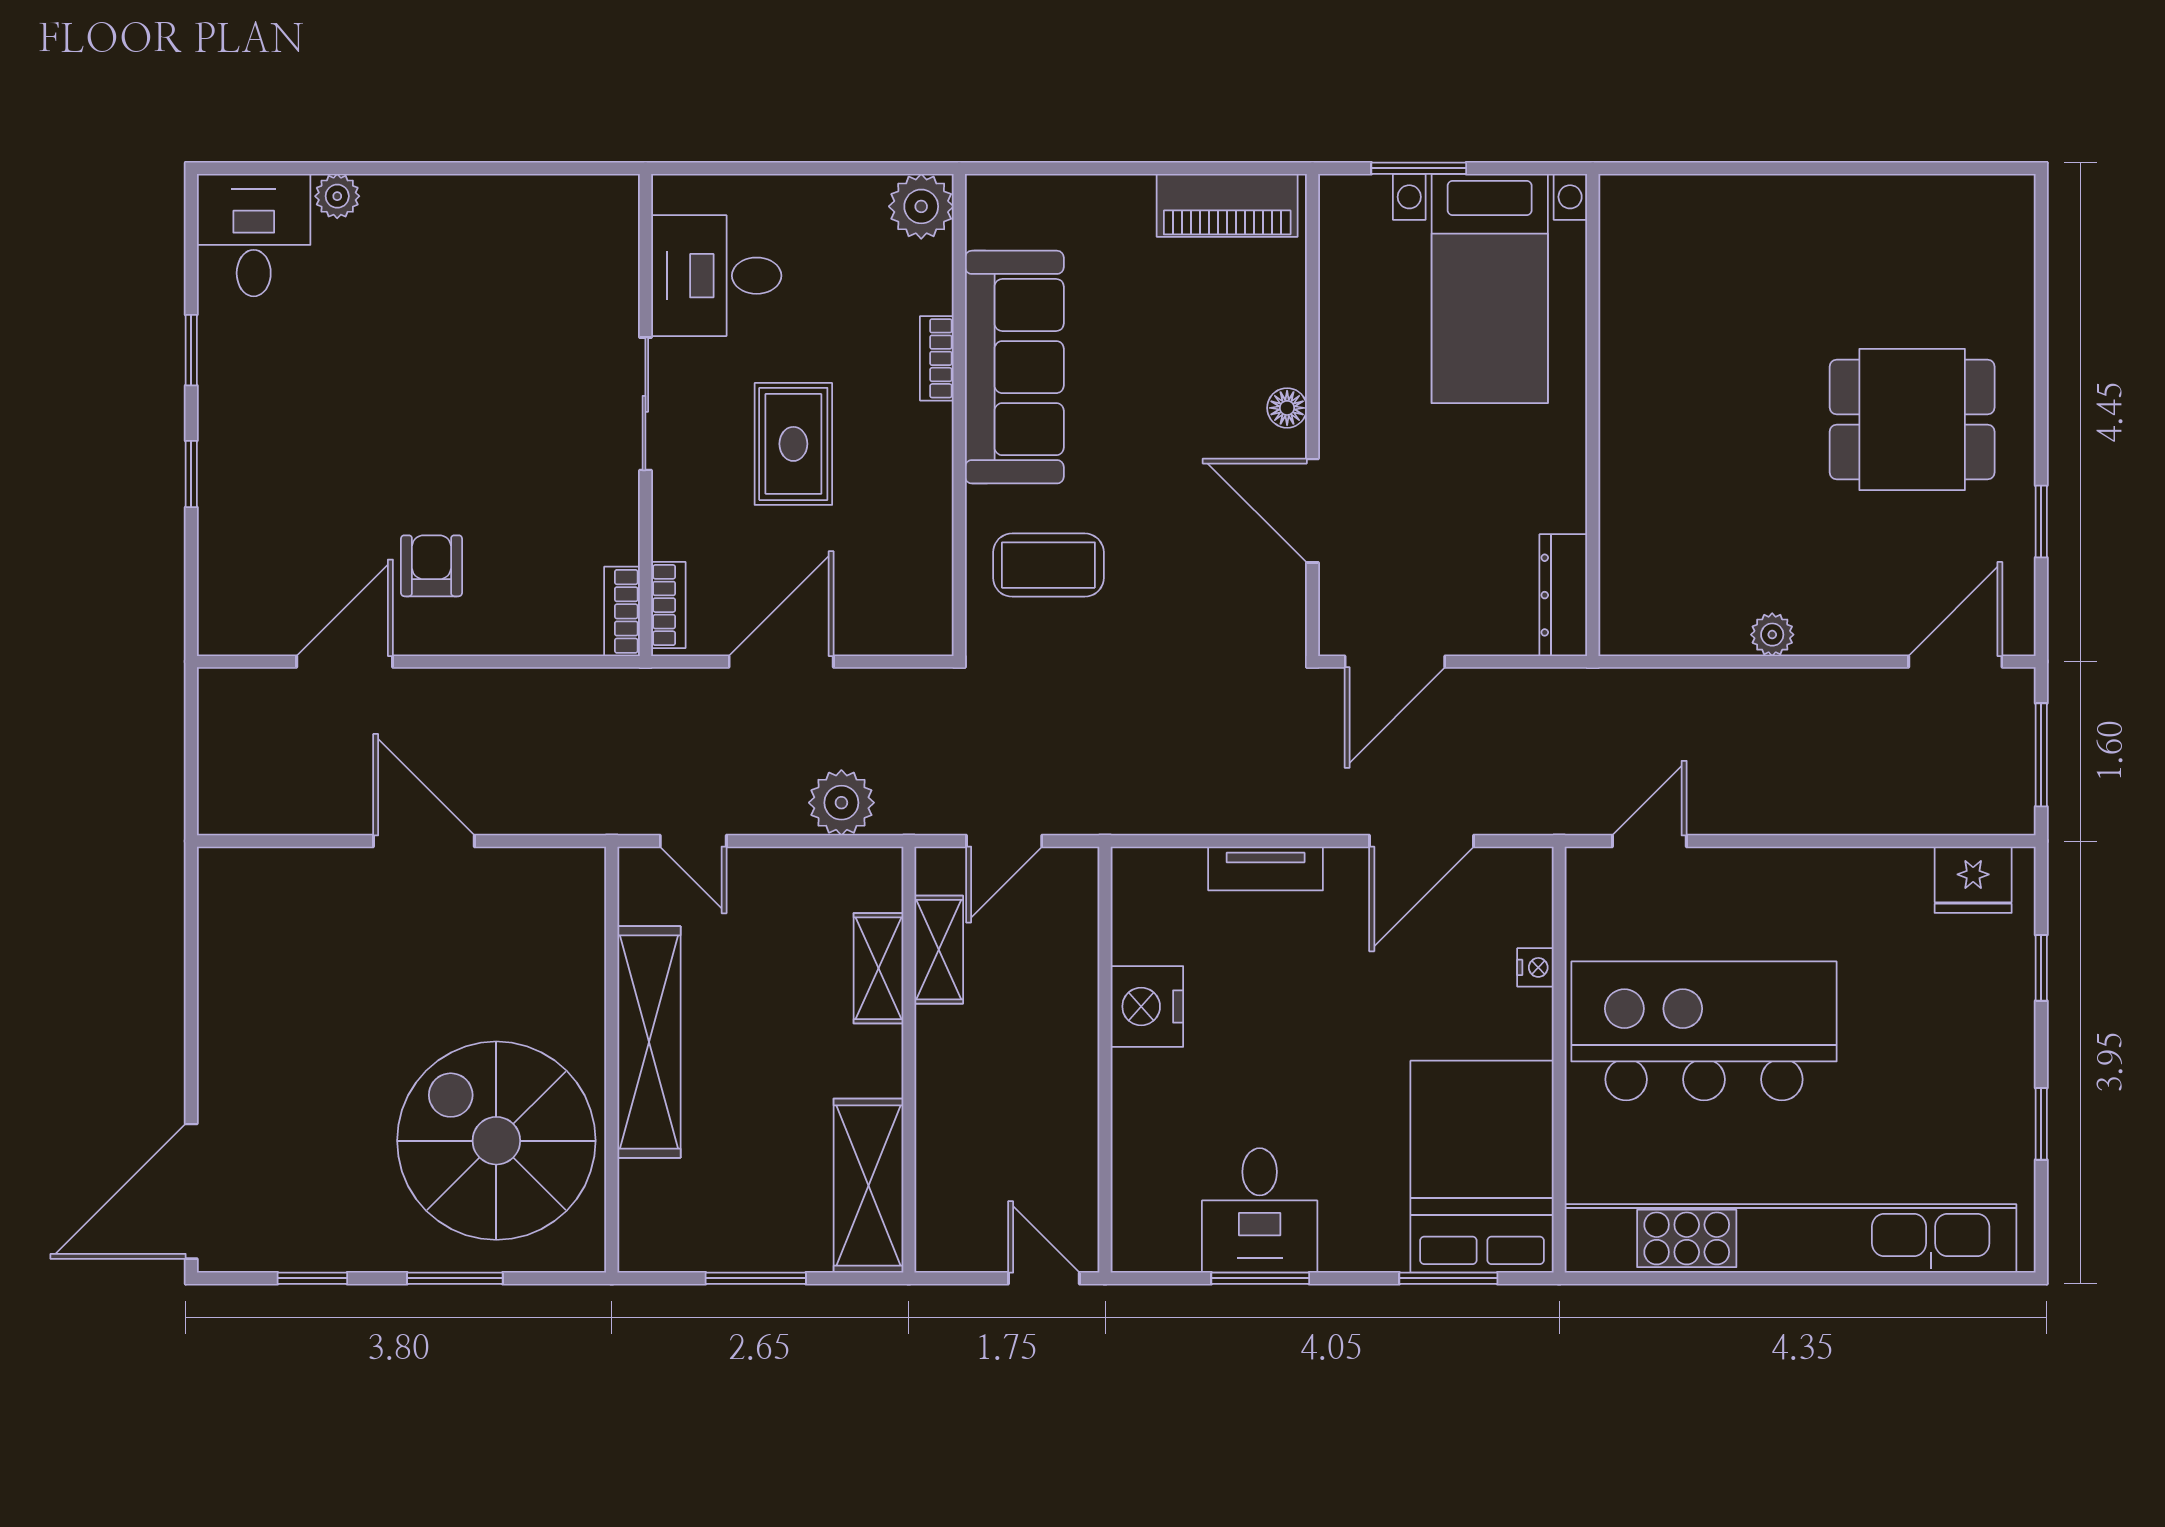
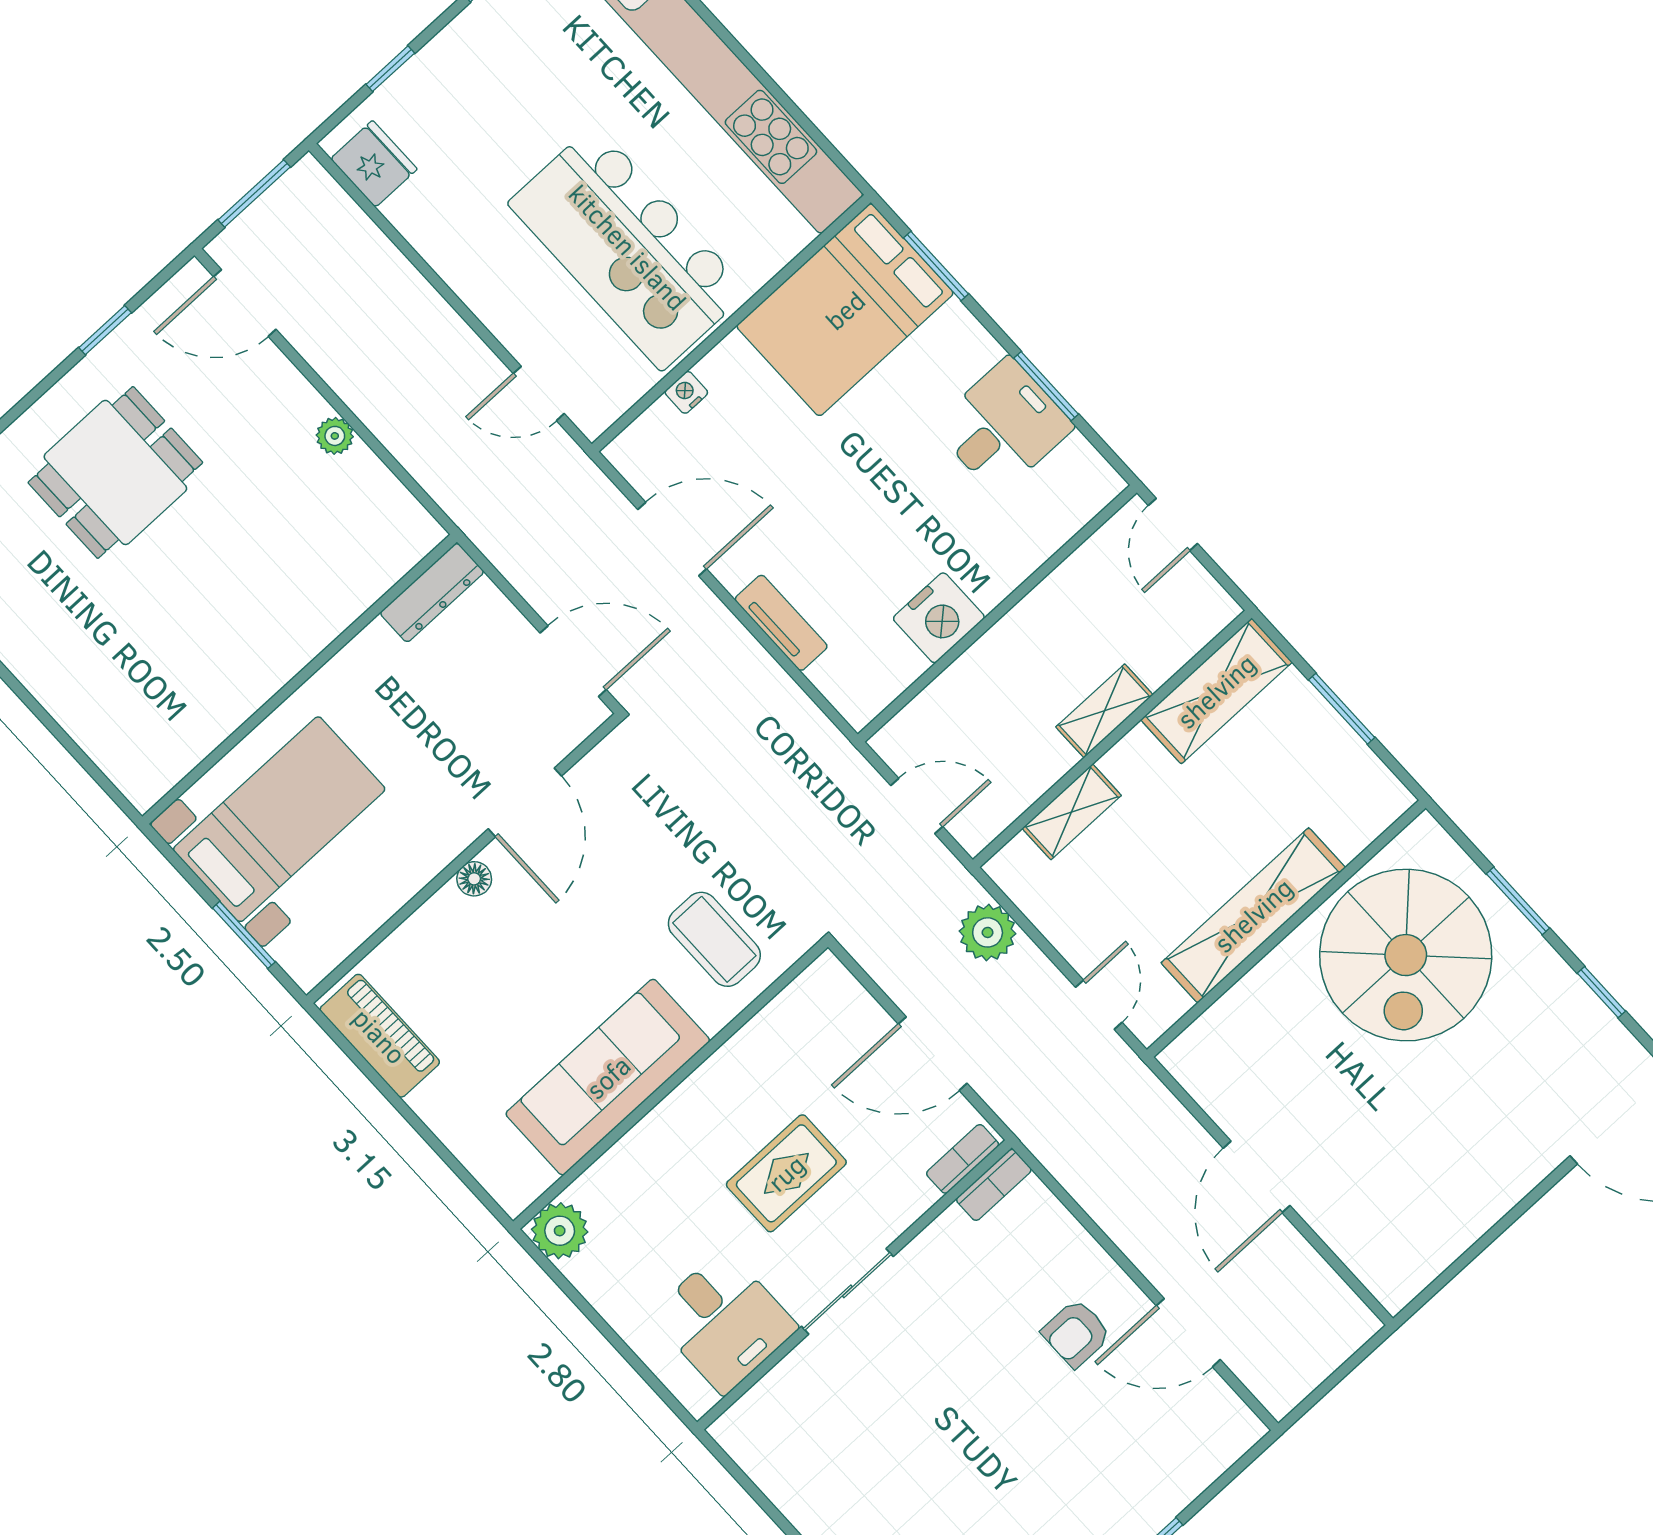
bookcase: (937, 358) -> (648, 1132), removed
dining table: (1912, 419) -> (115, 472), turned 90
shelving: (939, 950) -> (1104, 711), moved

